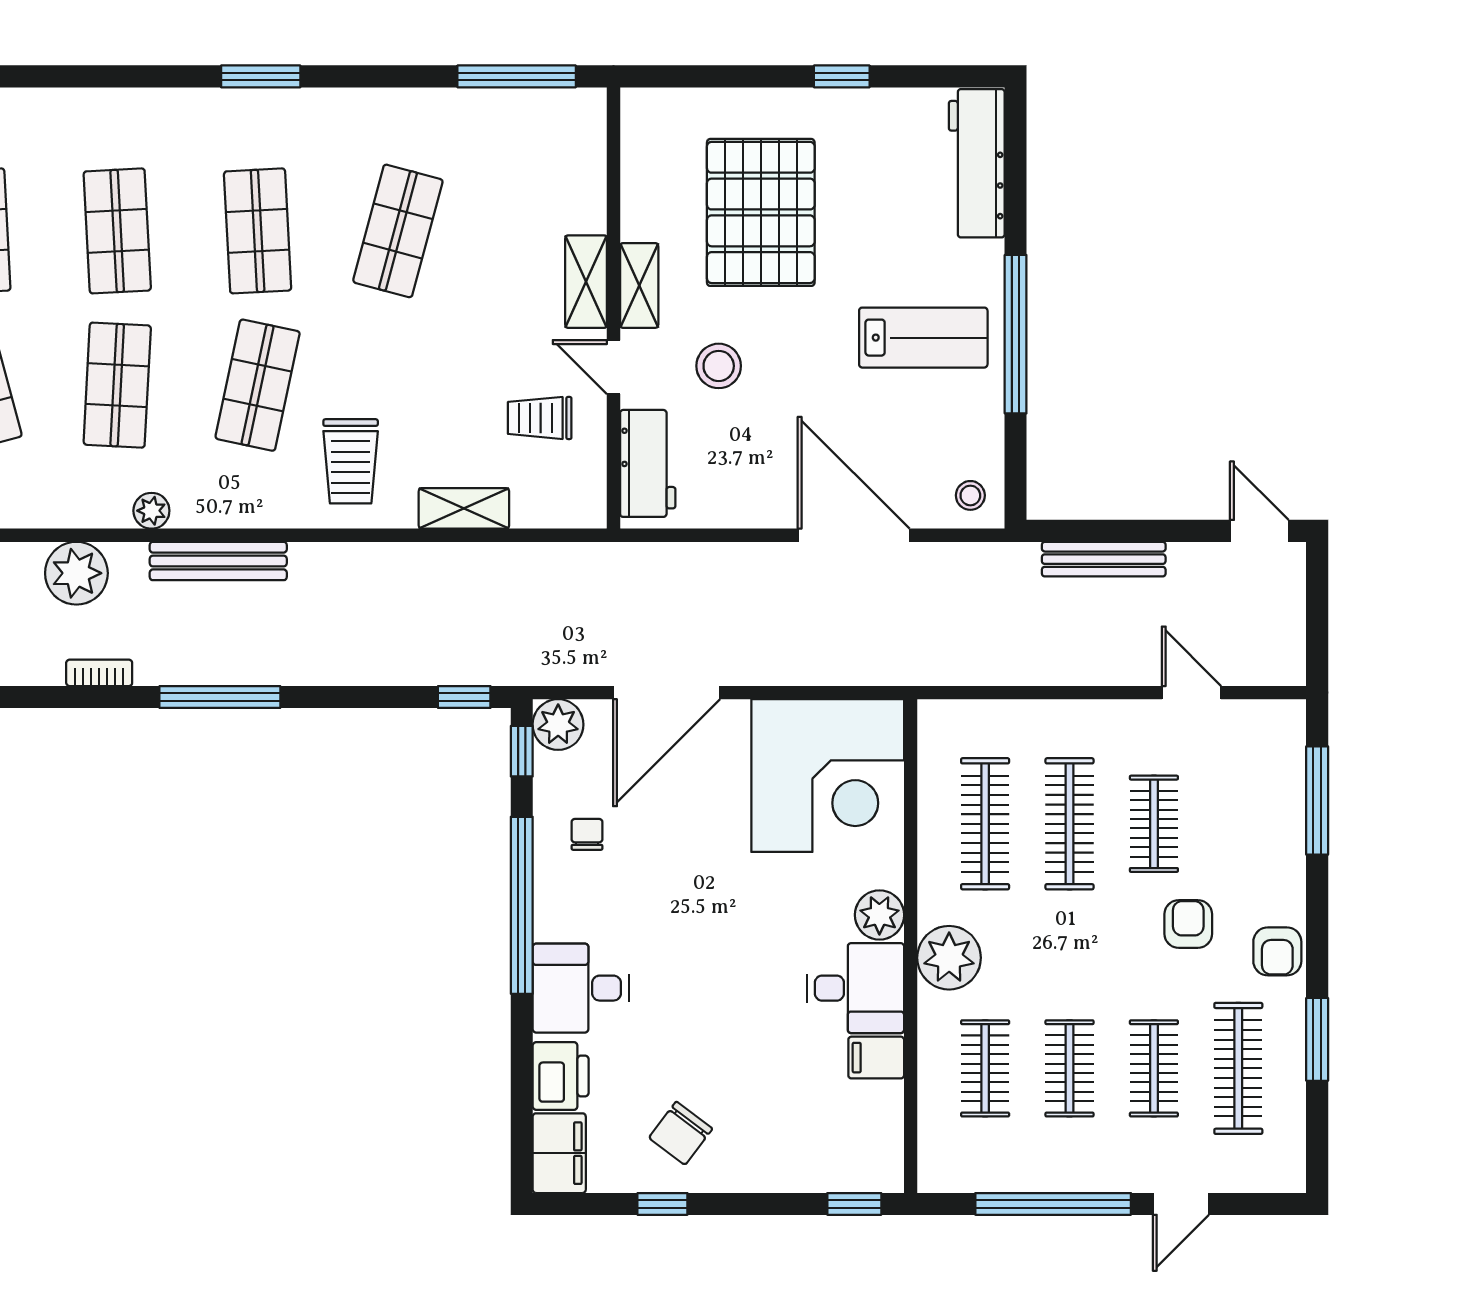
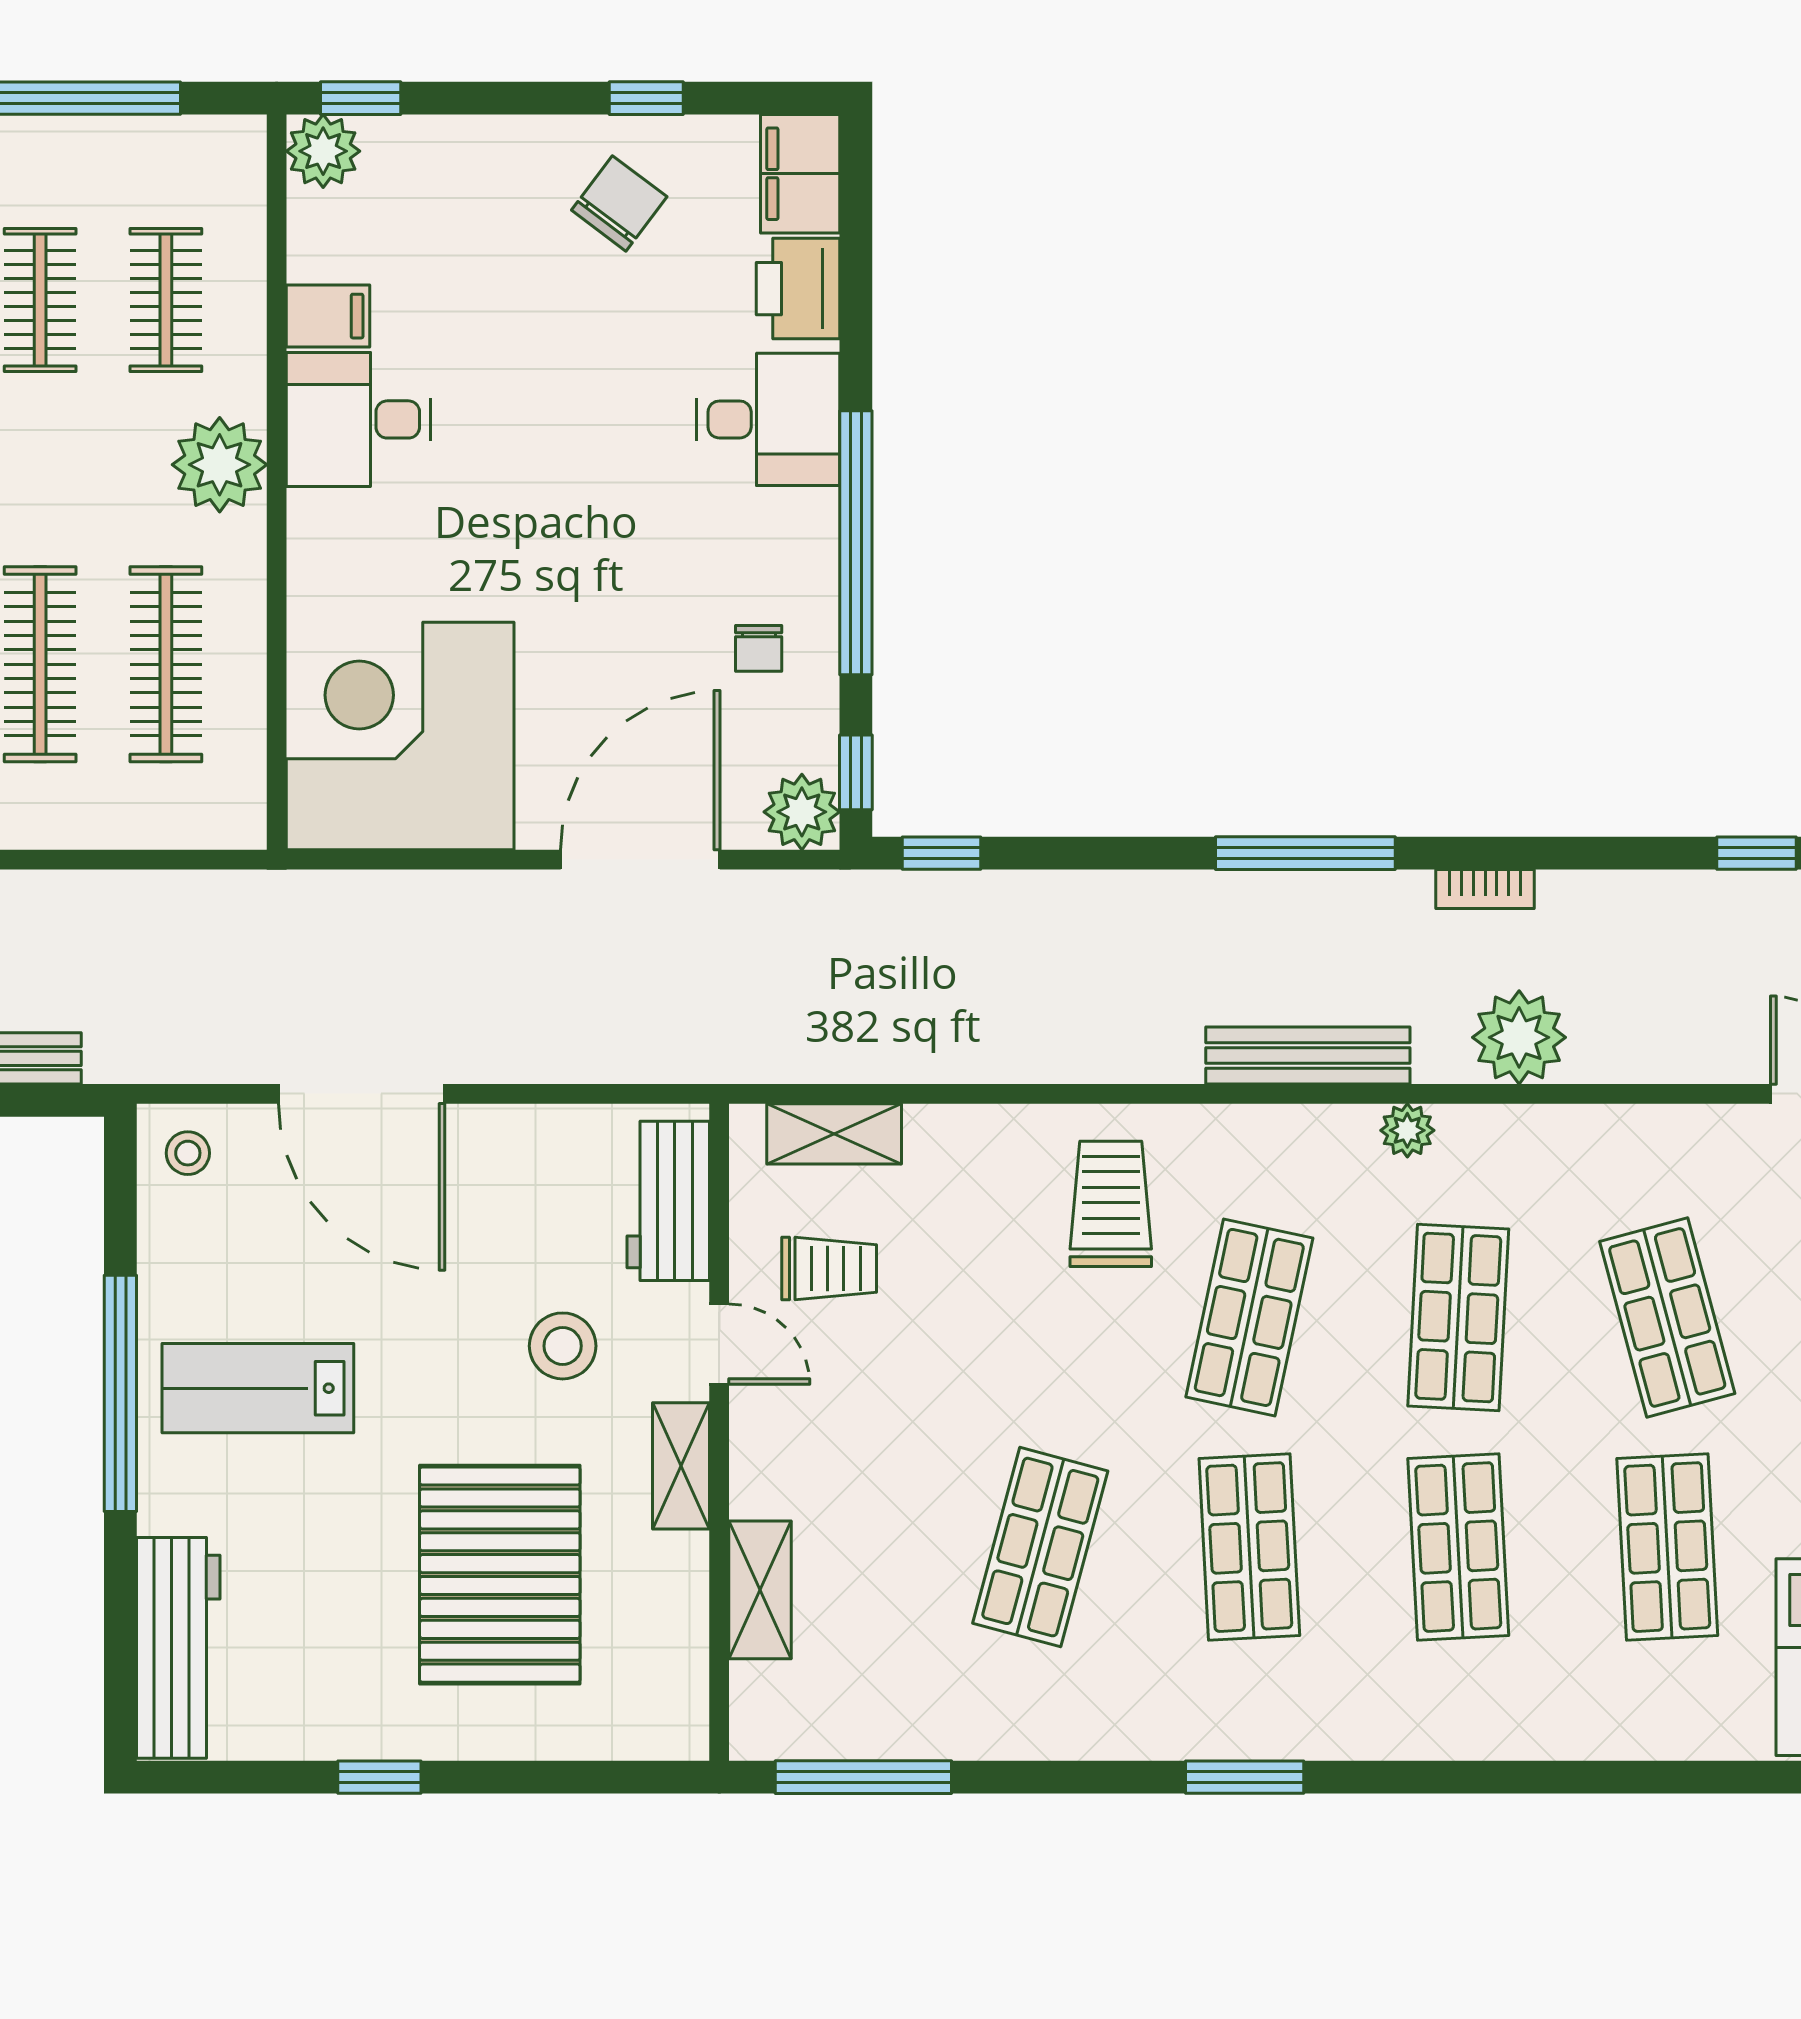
shelving: (586, 282) -> (760, 1590), moved
shelving: (464, 508) -> (834, 1134), moved
plant: (879, 915) -> (323, 151), moved

